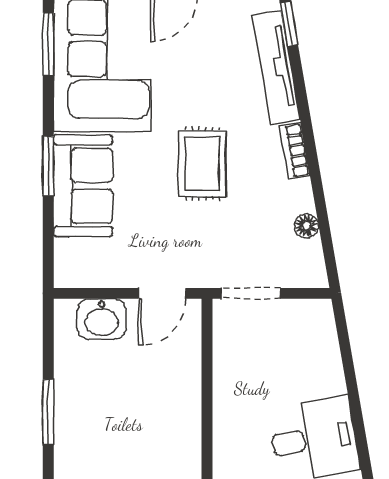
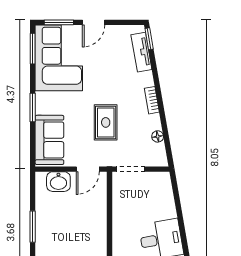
tv unit: (276, 67) -> (141, 52), width x0.71
rug: (202, 164) -> (106, 122), moved
sofa: (83, 186) -> (49, 140), moved

